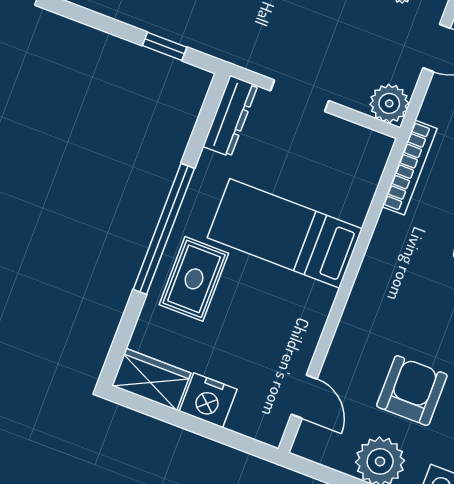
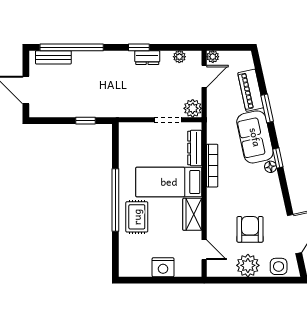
doorway: (300, 96) -> (168, 120), moved
dresser: (230, 116) -> (195, 148), moved, turned 180
bookcase: (410, 168) -> (212, 166), moved
wardrobe: (151, 379) -> (192, 214), moved, turned -90

